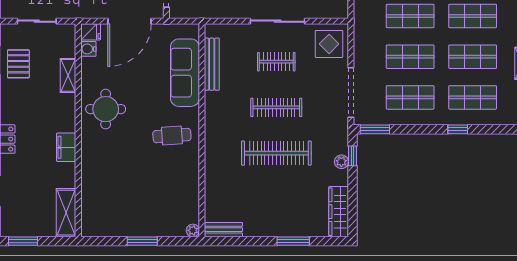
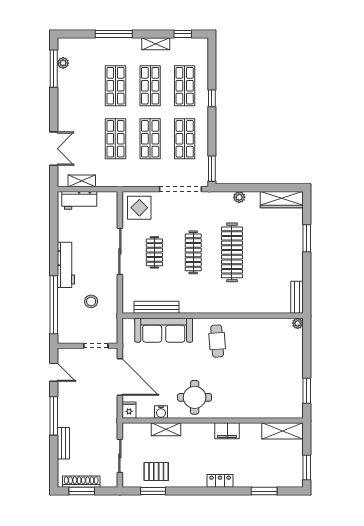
water cooler: (88, 49) -> (161, 412), moved
window: (353, 156) -> (234, 188), removed
window: (142, 241) -> (307, 391), moved

